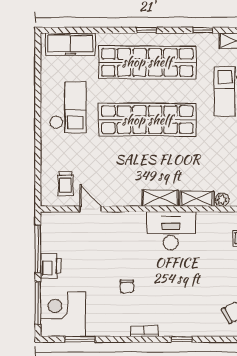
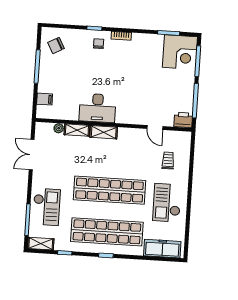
trolley: (66, 184) -> (168, 160), moved
printer: (51, 266) -> (183, 120), moved, turned 90
chair: (127, 286) -> (99, 44), moved

